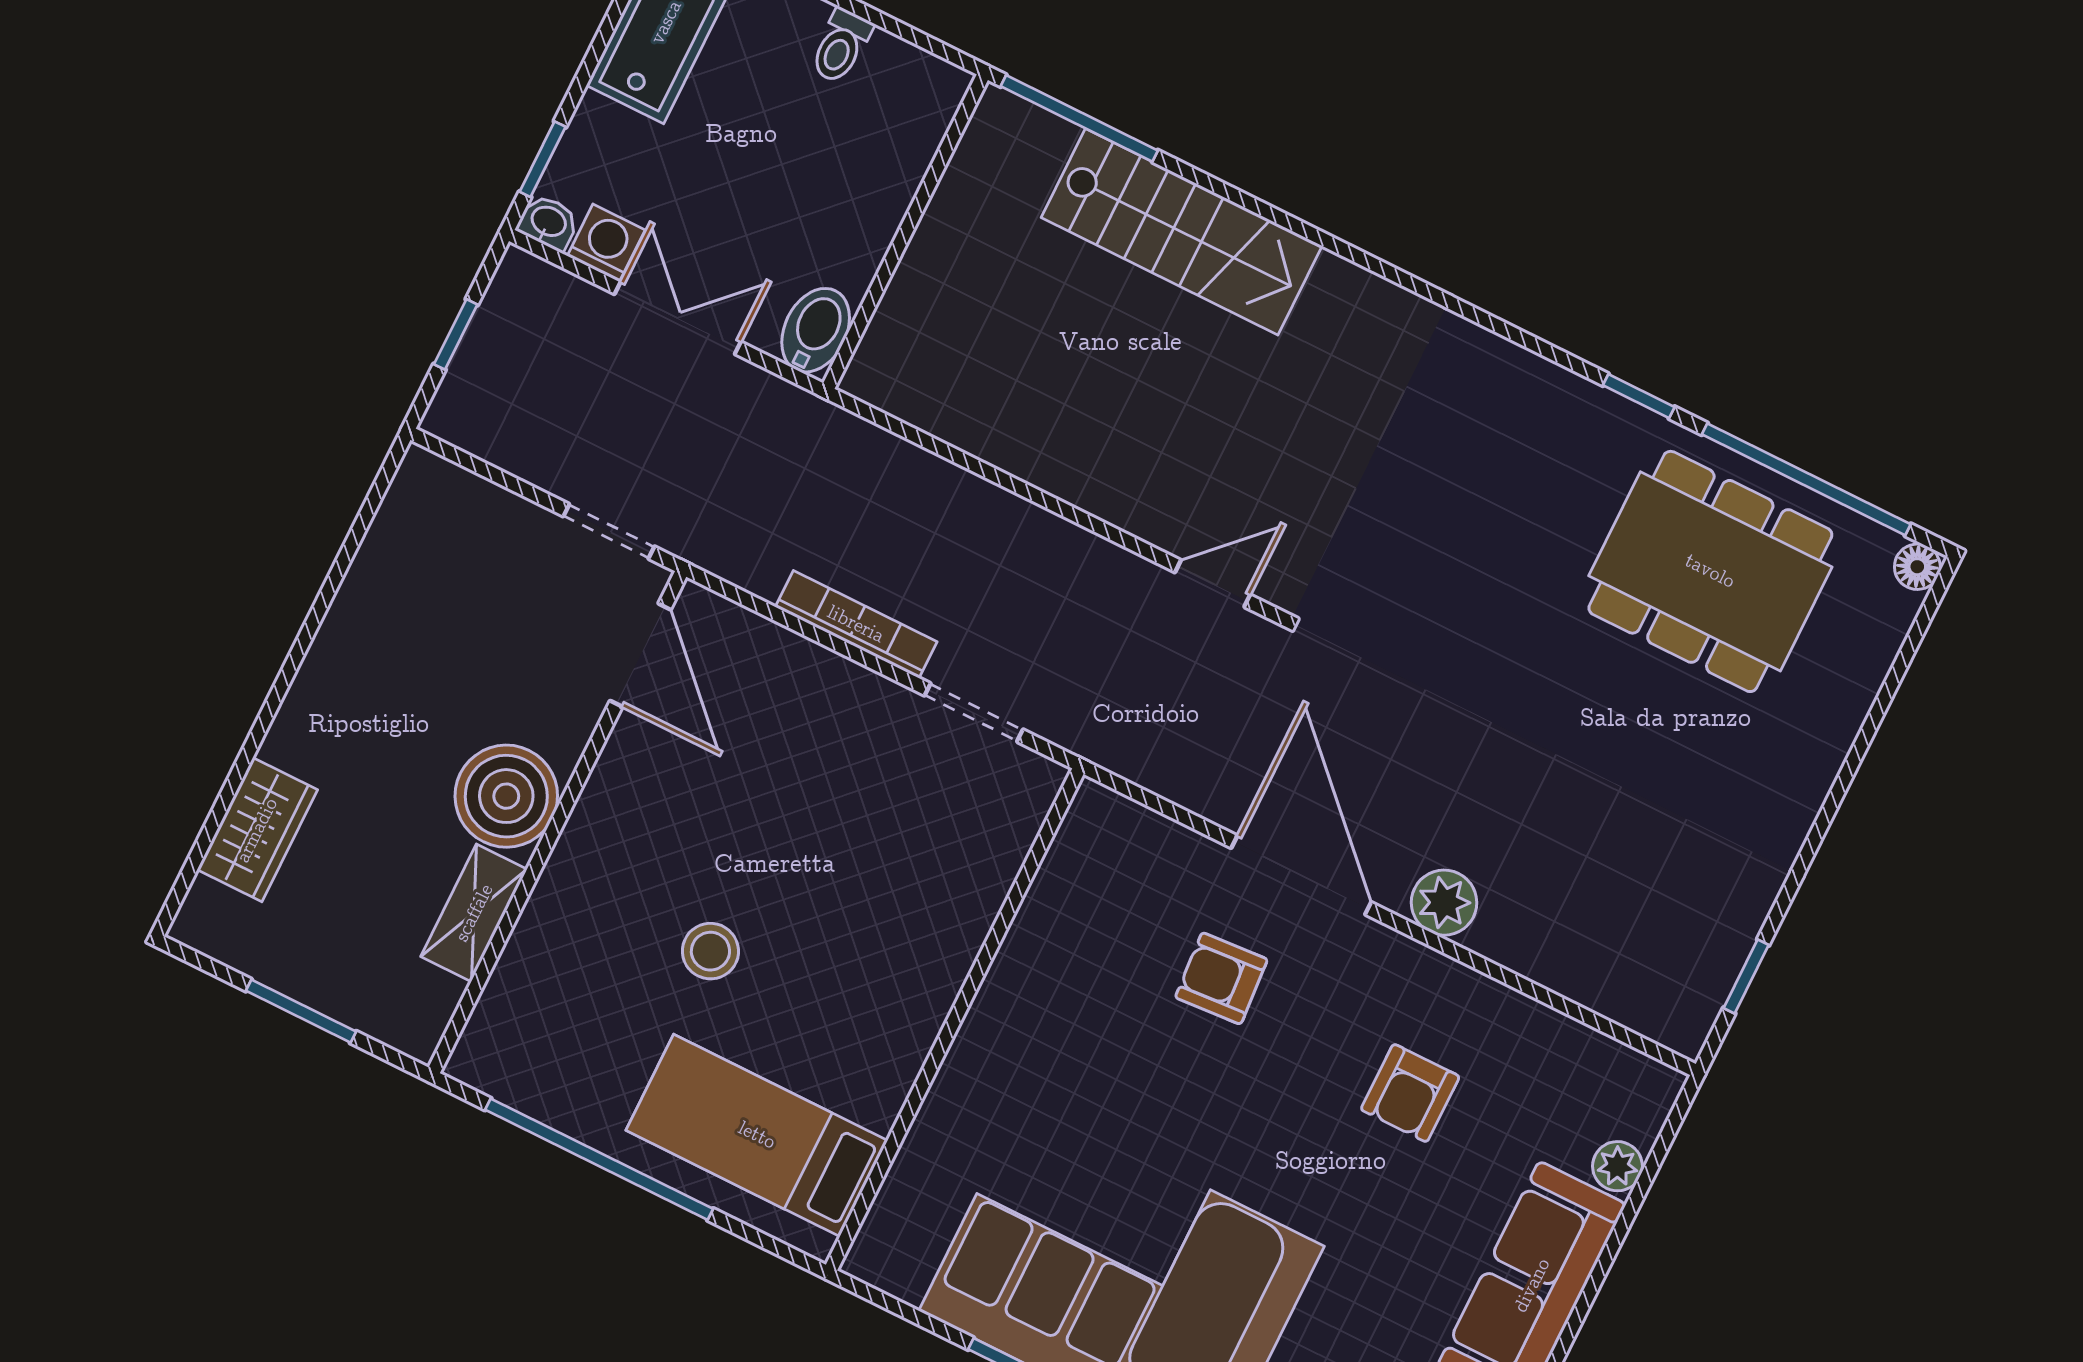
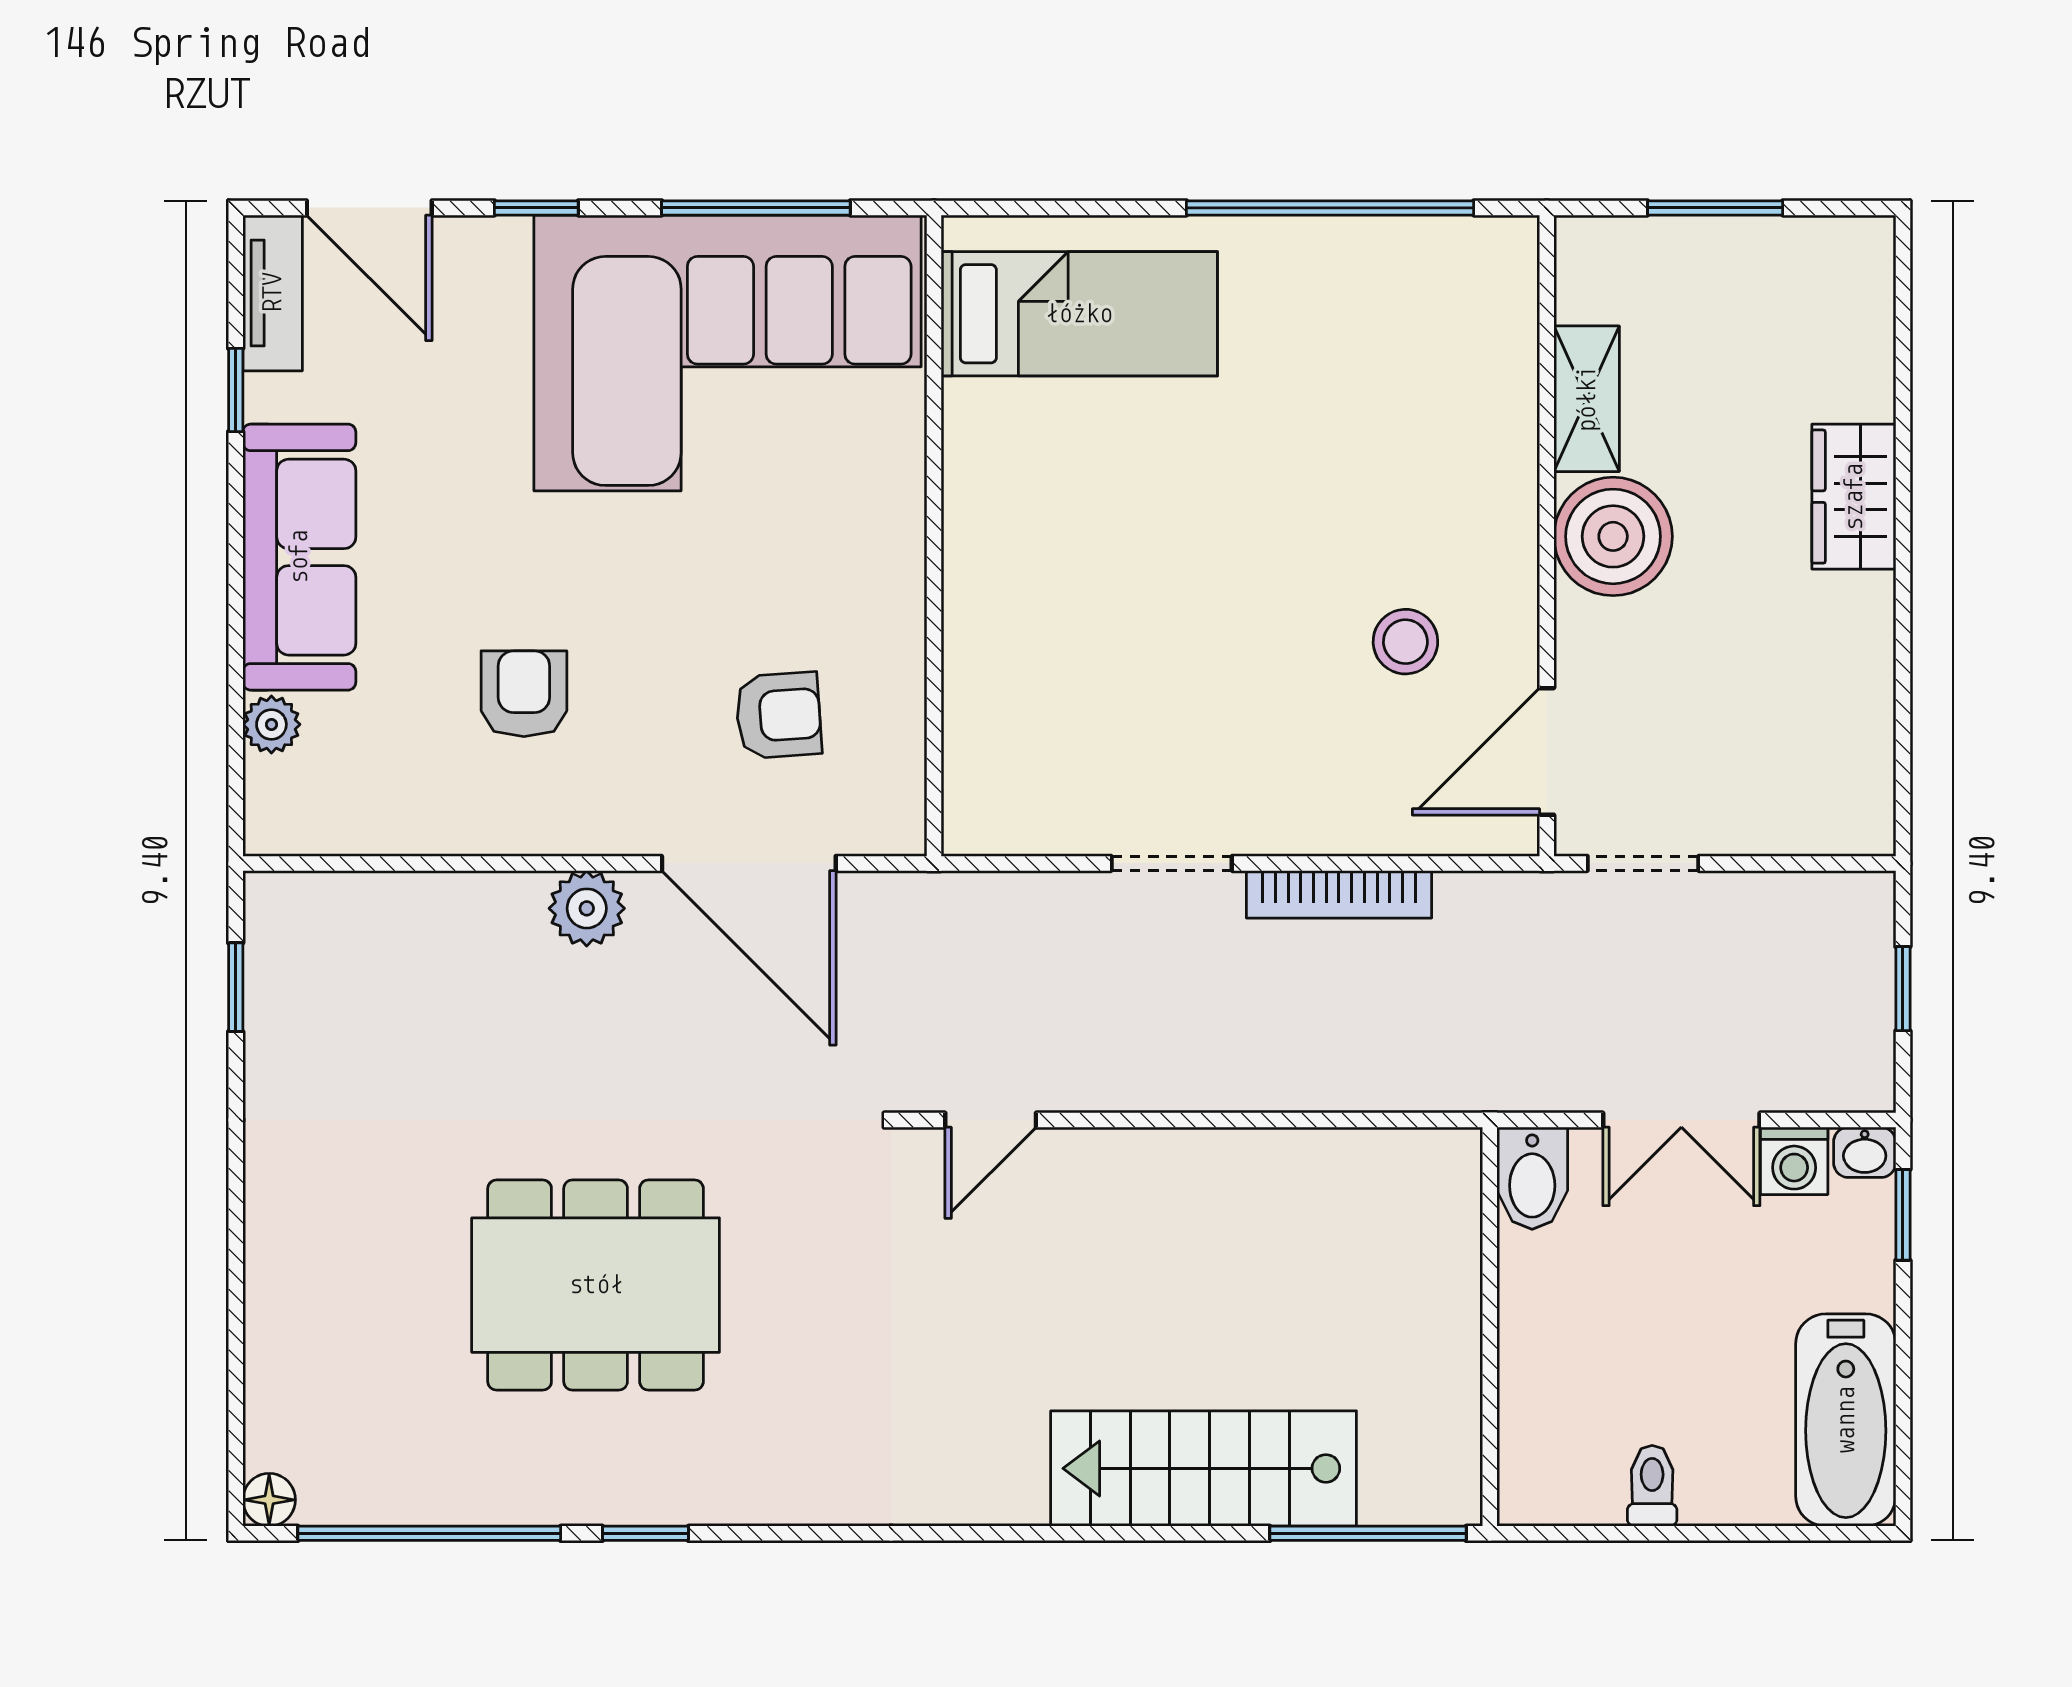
dining table: (1710, 571) -> (596, 1285), moved
door: (640, 655) -> (1547, 751), hinge flipped
wardrobe: (257, 830) -> (1854, 497), moved
stool: (710, 951) -> (1405, 642), moved
wall: (955, 1019) -> (934, 536), moved
bed: (757, 1135) -> (1079, 314), moved

